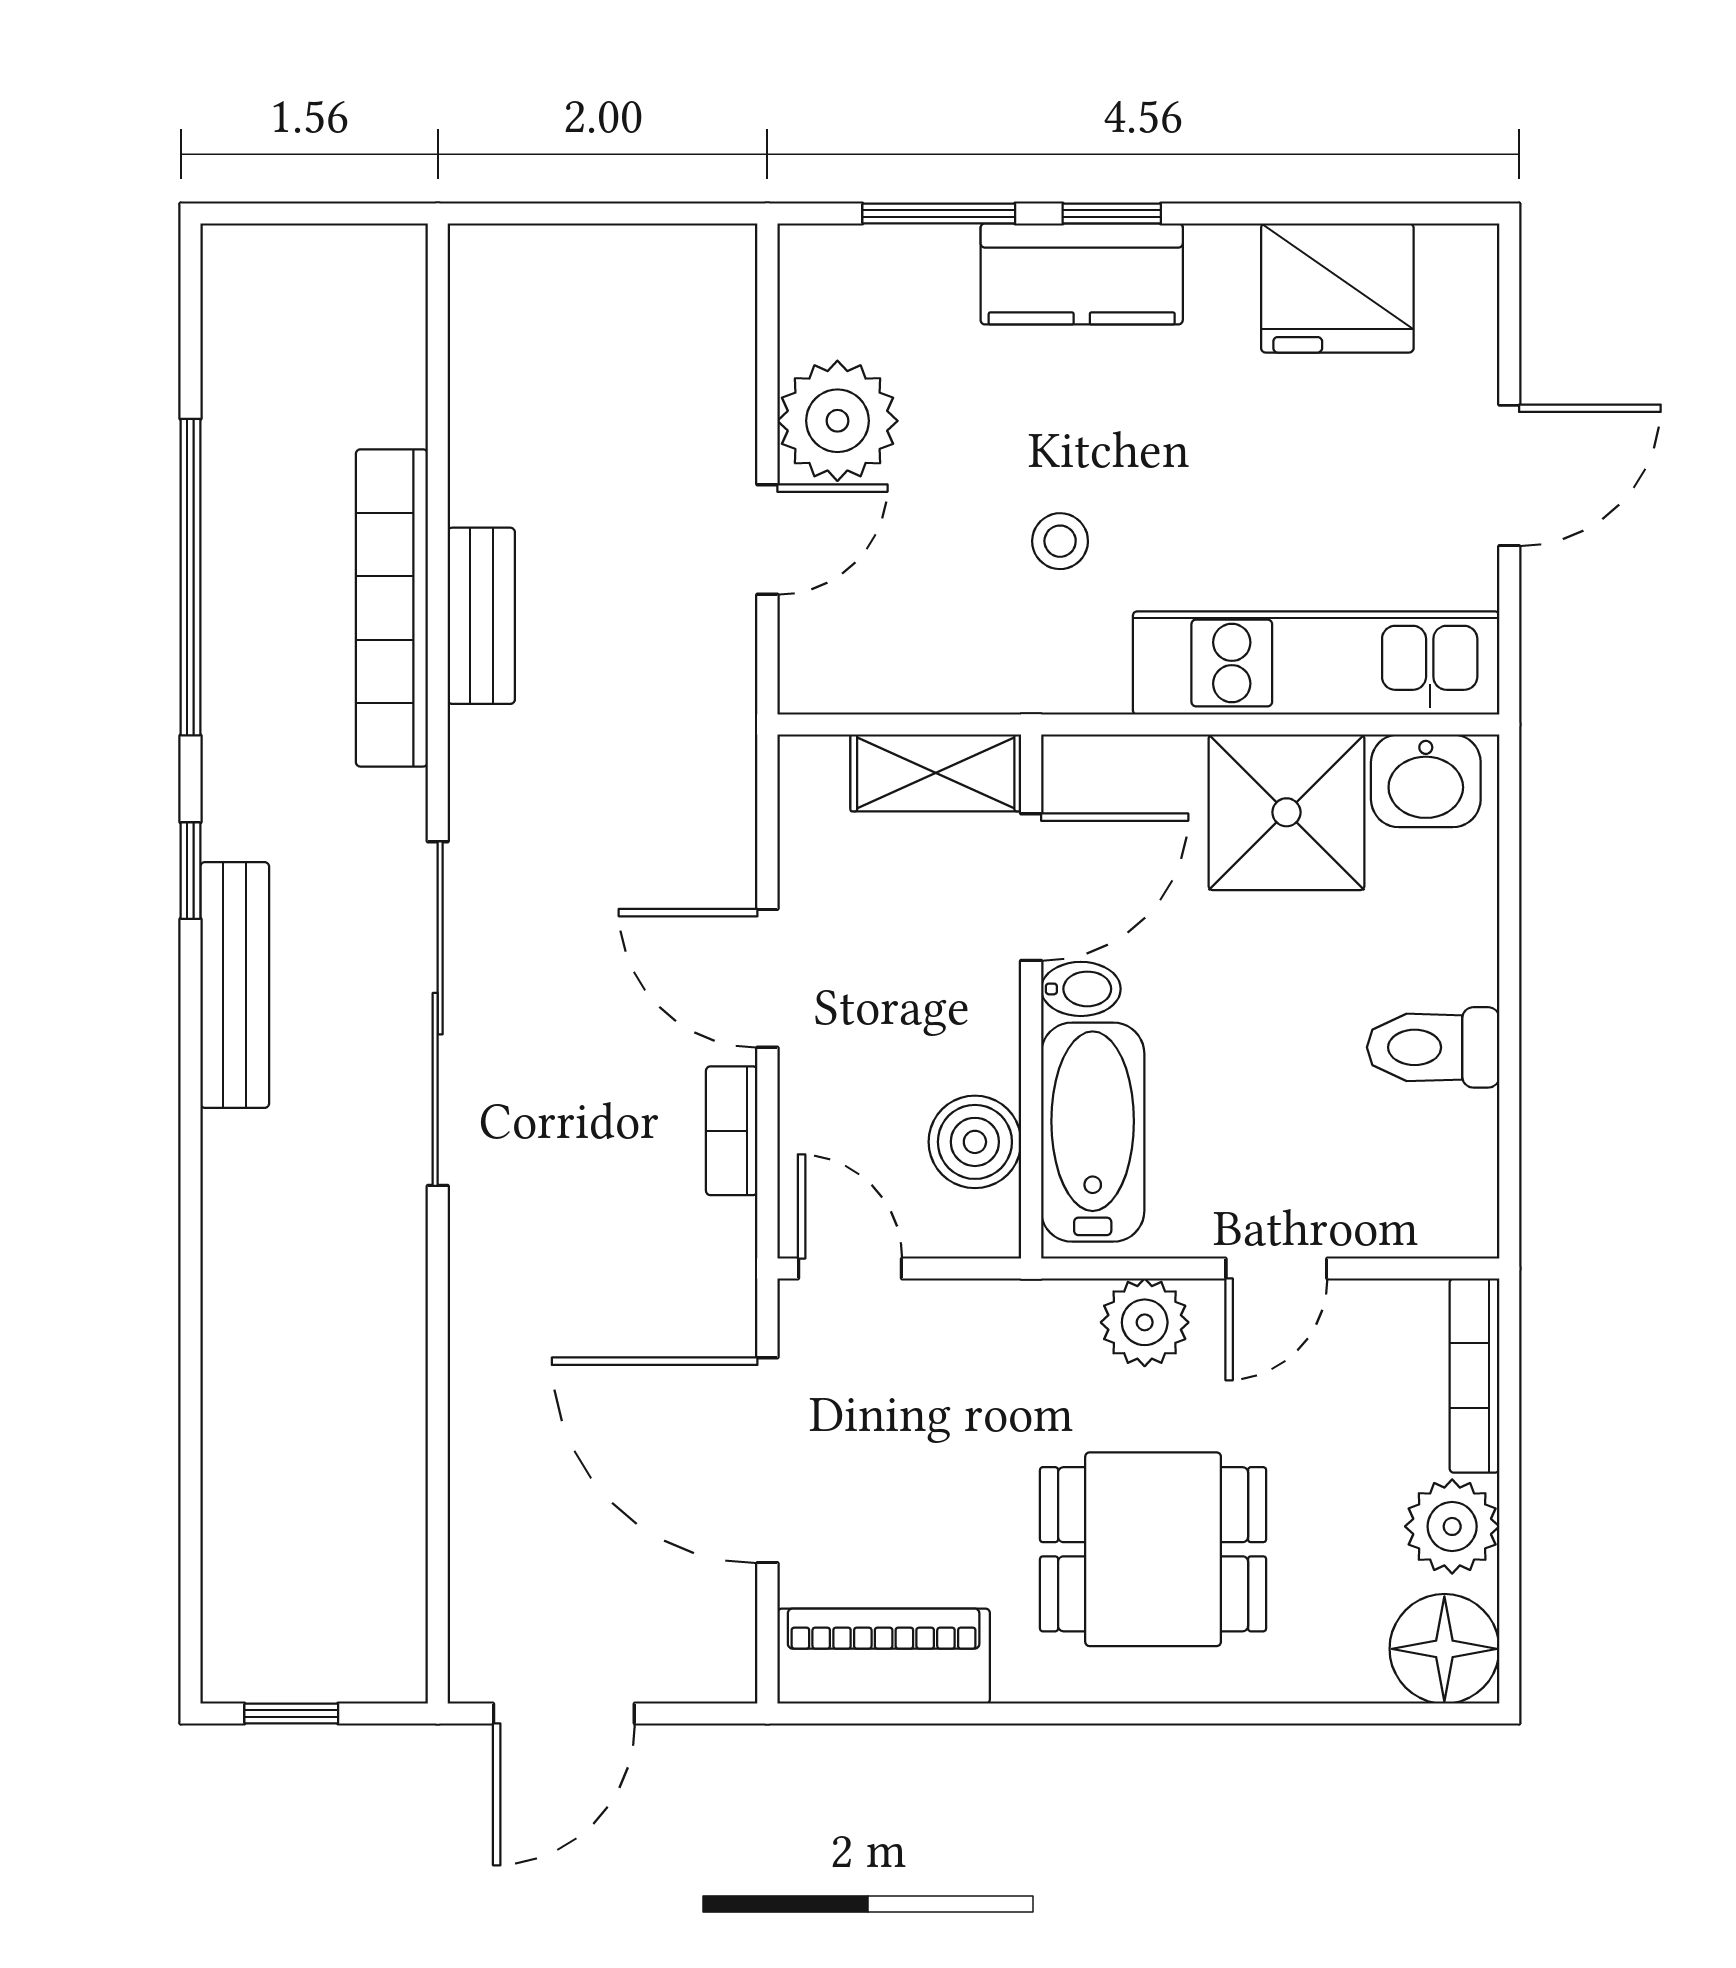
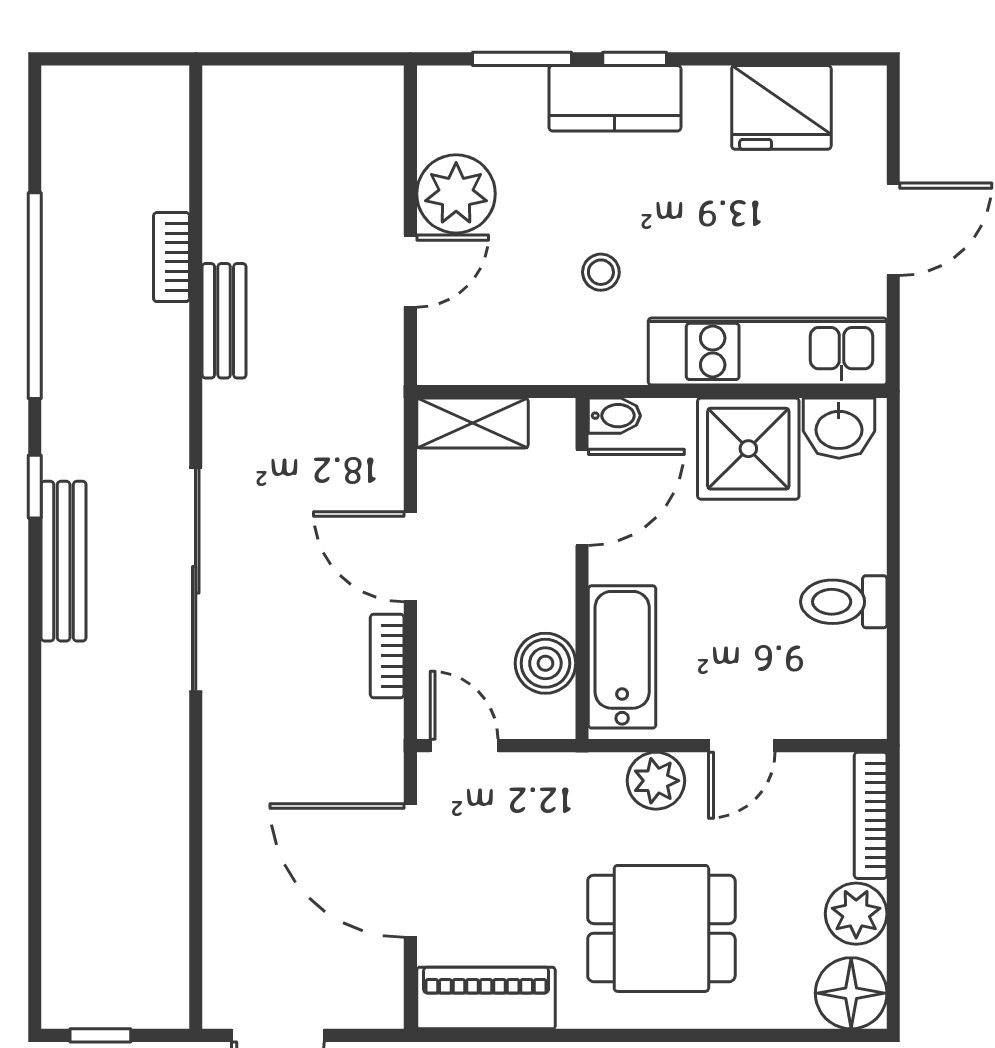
bookcase: (392, 608) -> (171, 257), width x0.43, depth x0.76
shelving: (936, 773) -> (472, 423), moved
bidet: (1081, 989) -> (614, 416), moved

